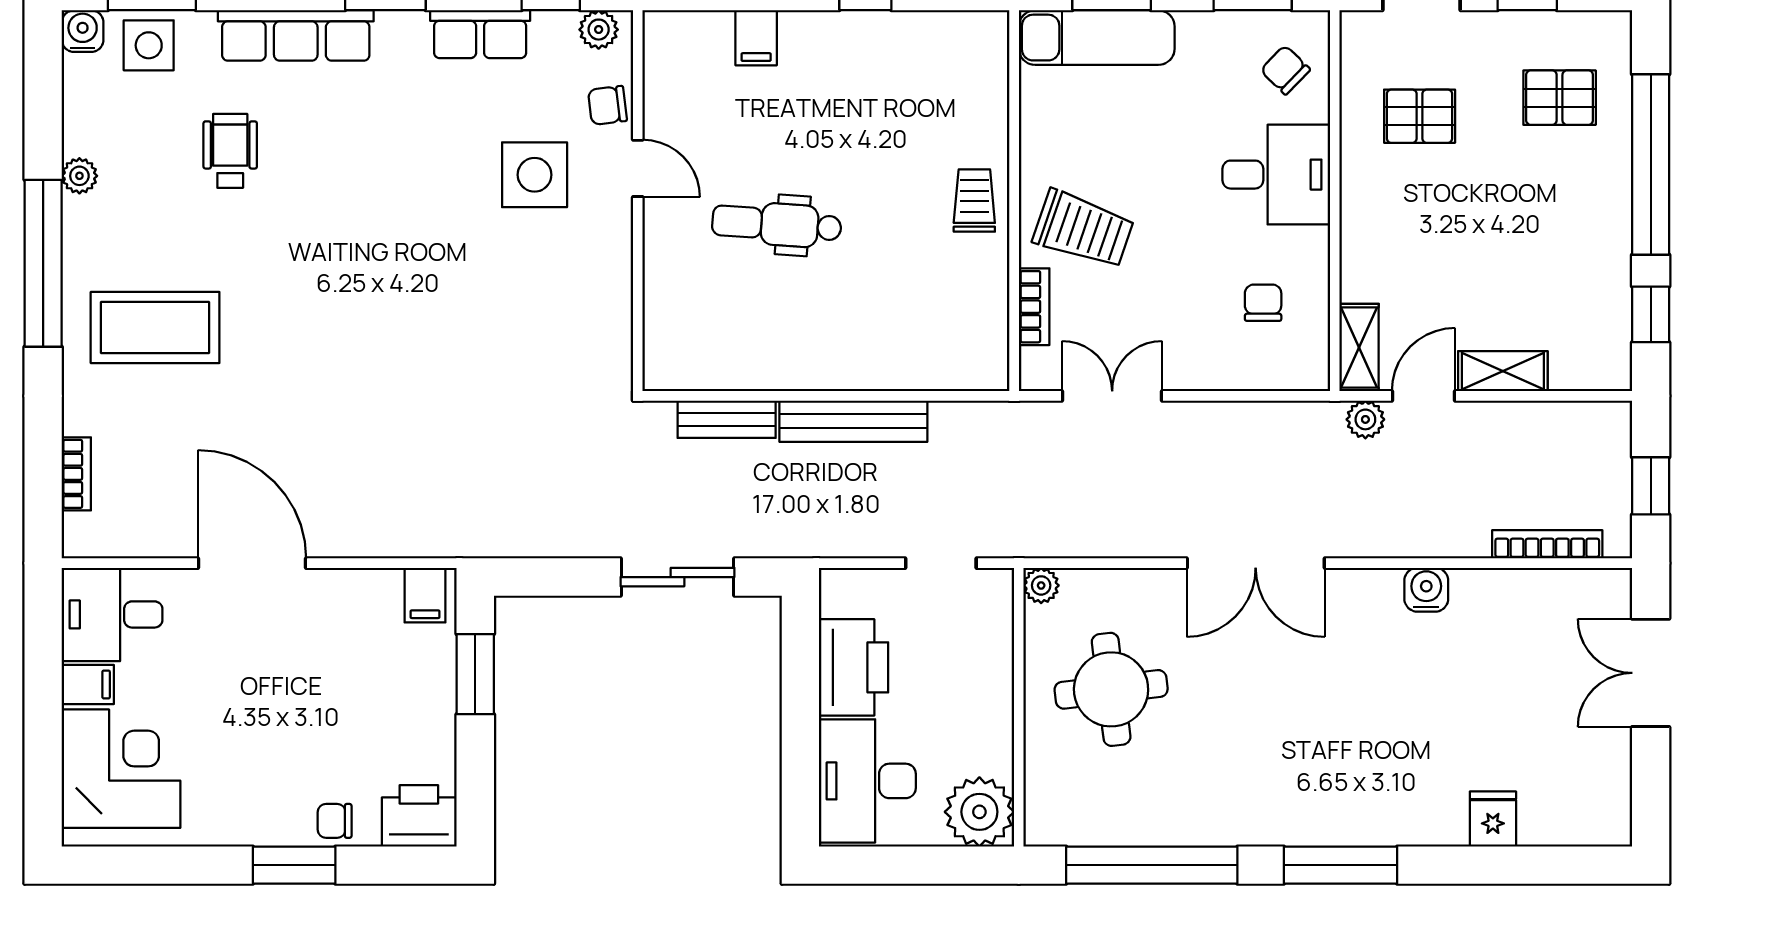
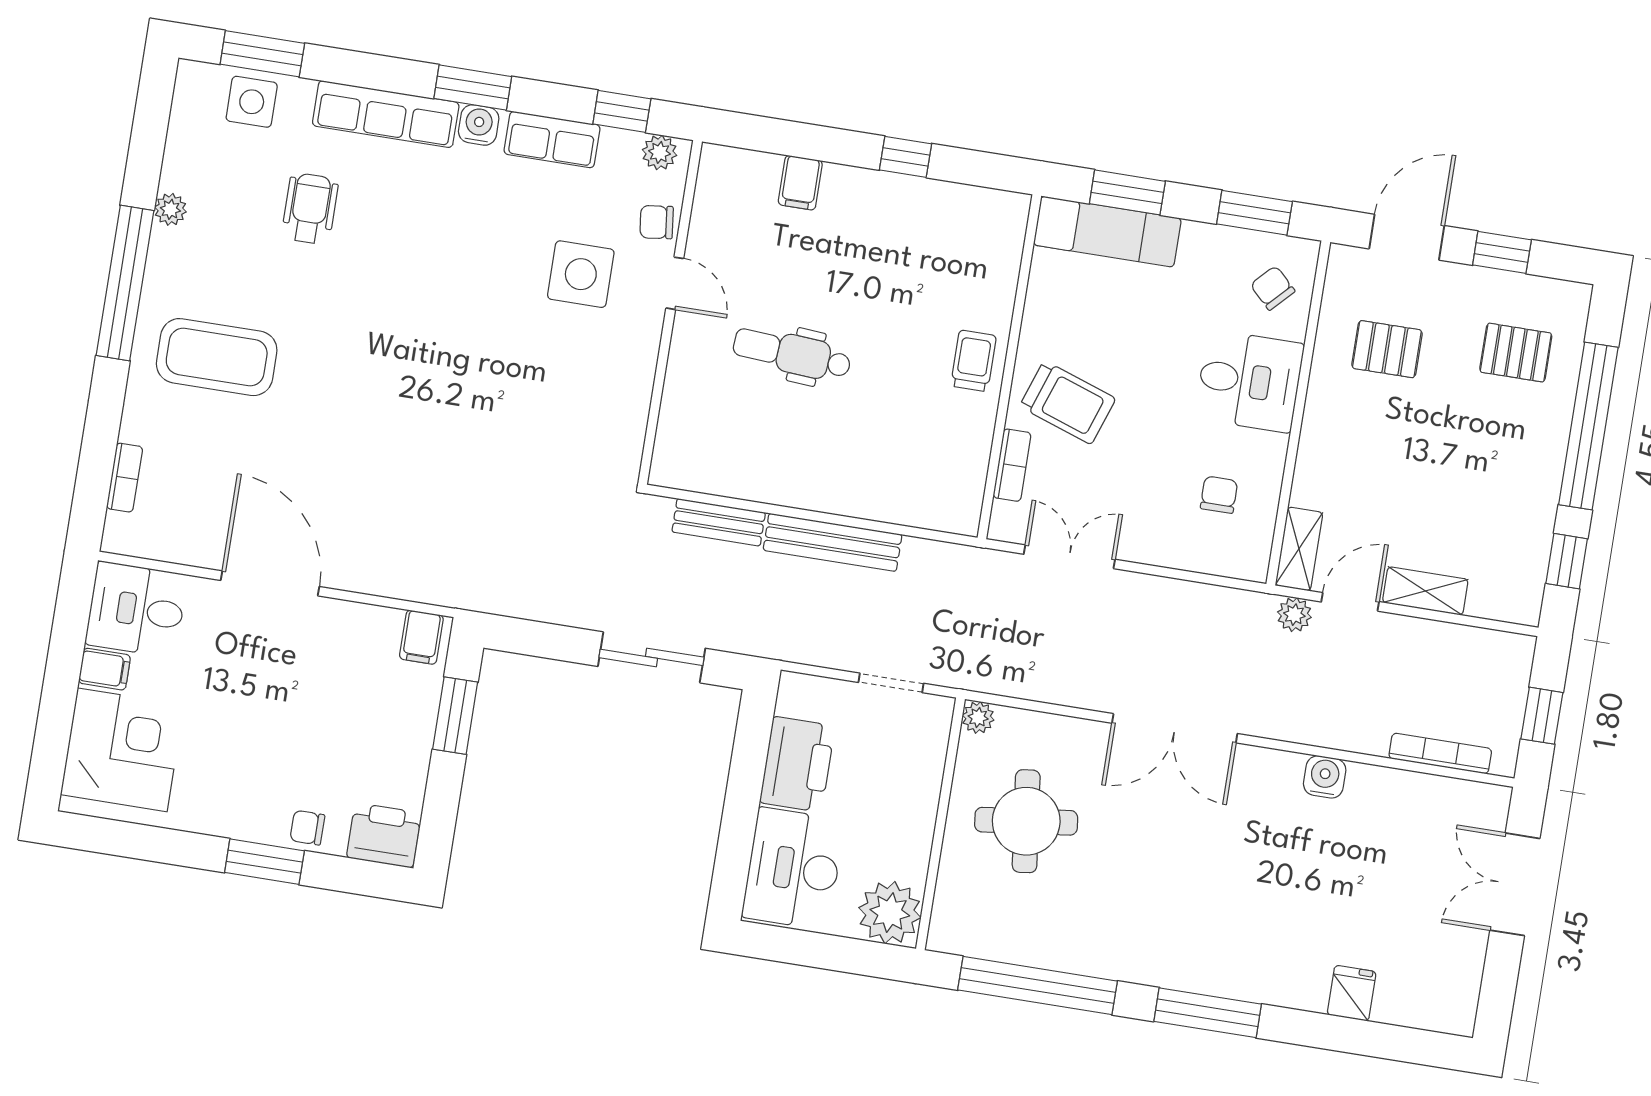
water cooler: (83, 31) -> (479, 125), moved

